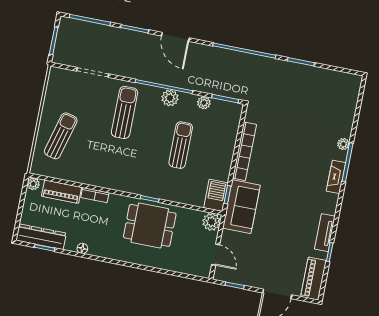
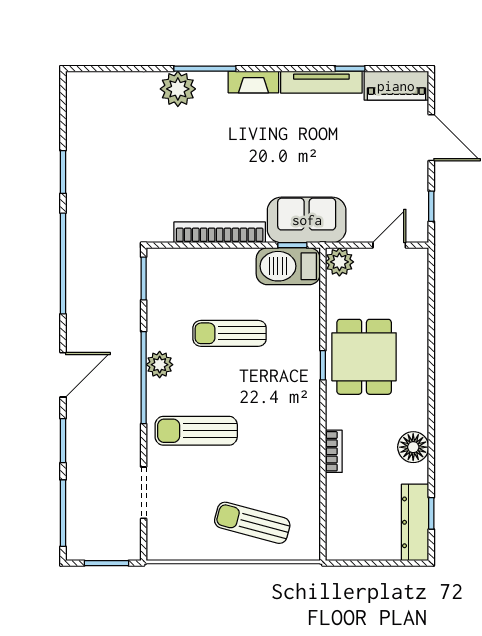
plant: (204, 103) -> (157, 310), removed
plant: (343, 144) -> (178, 89), width x1.87, depth x1.87
fireplace: (336, 177) -> (253, 82), moved
plant: (33, 184) -> (335, 551), removed
piano: (62, 192) -> (339, 504), removed
barbecue: (216, 195) -> (288, 266), width x1.37, depth x1.21
tv unit: (325, 233) -> (321, 82), width x1.41
floor lamp: (82, 248) -> (413, 447), width x1.89, depth x1.89

